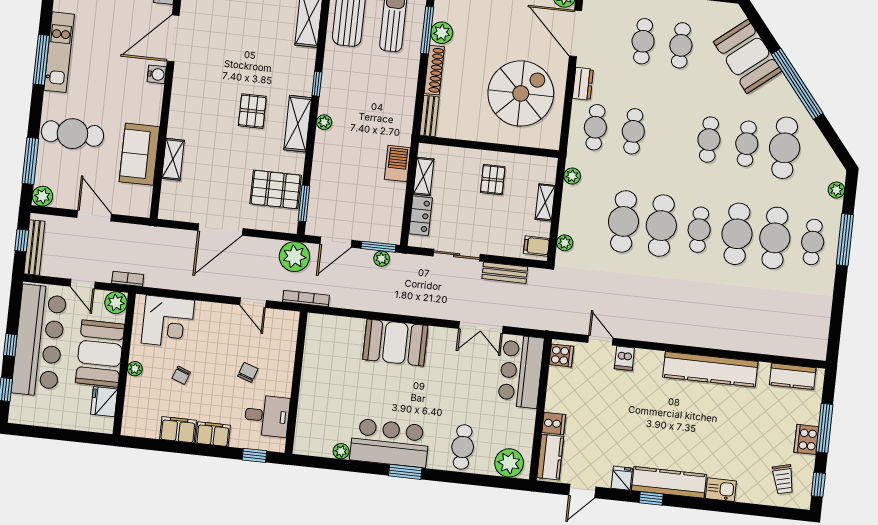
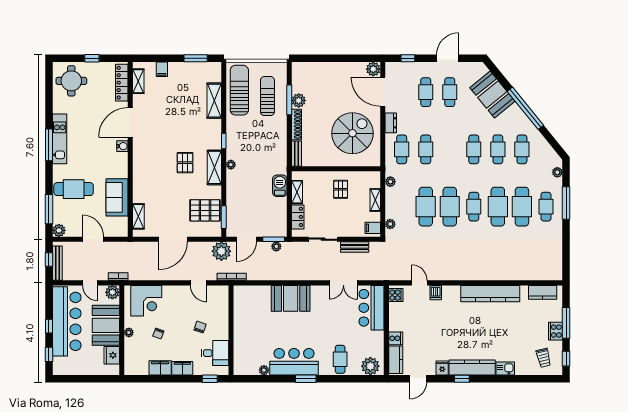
cafe table: (785, 148) -> (522, 149), width x0.73, depth x0.74
shelving: (173, 159) -> (138, 216), moved

